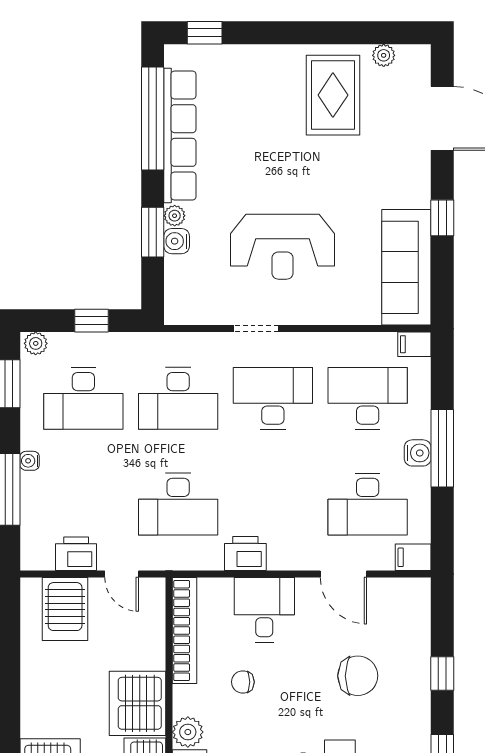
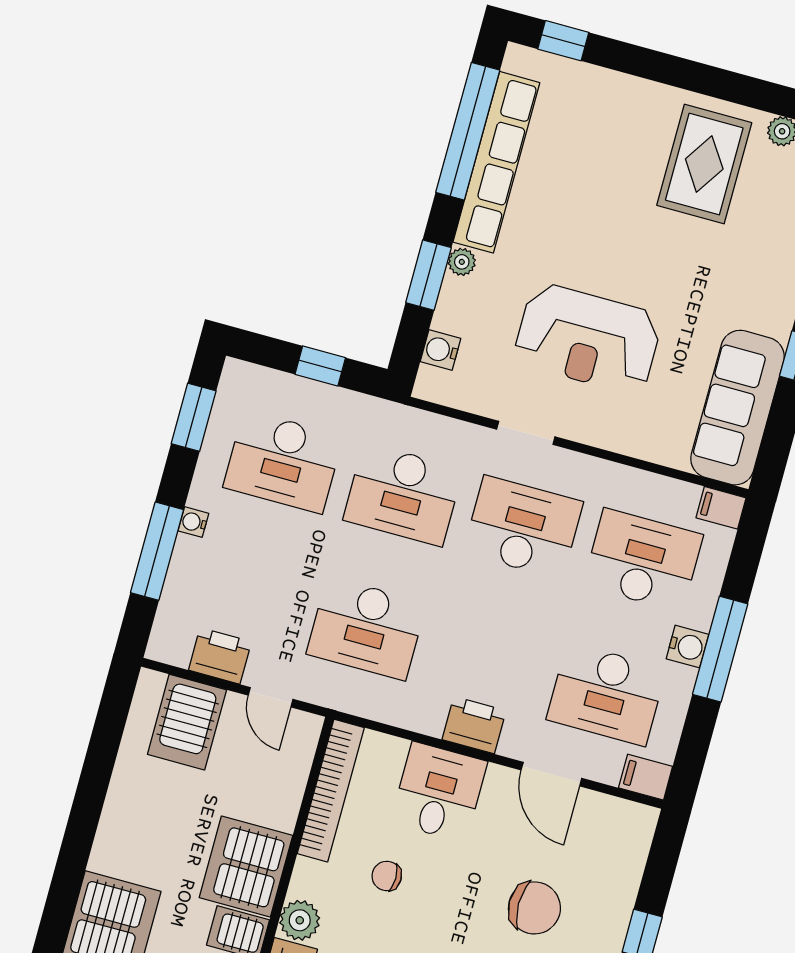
water cooler: (177, 241) -> (441, 350), moved
plant: (36, 343) -> (242, 376), removed
printer: (245, 554) -> (474, 725), moved

